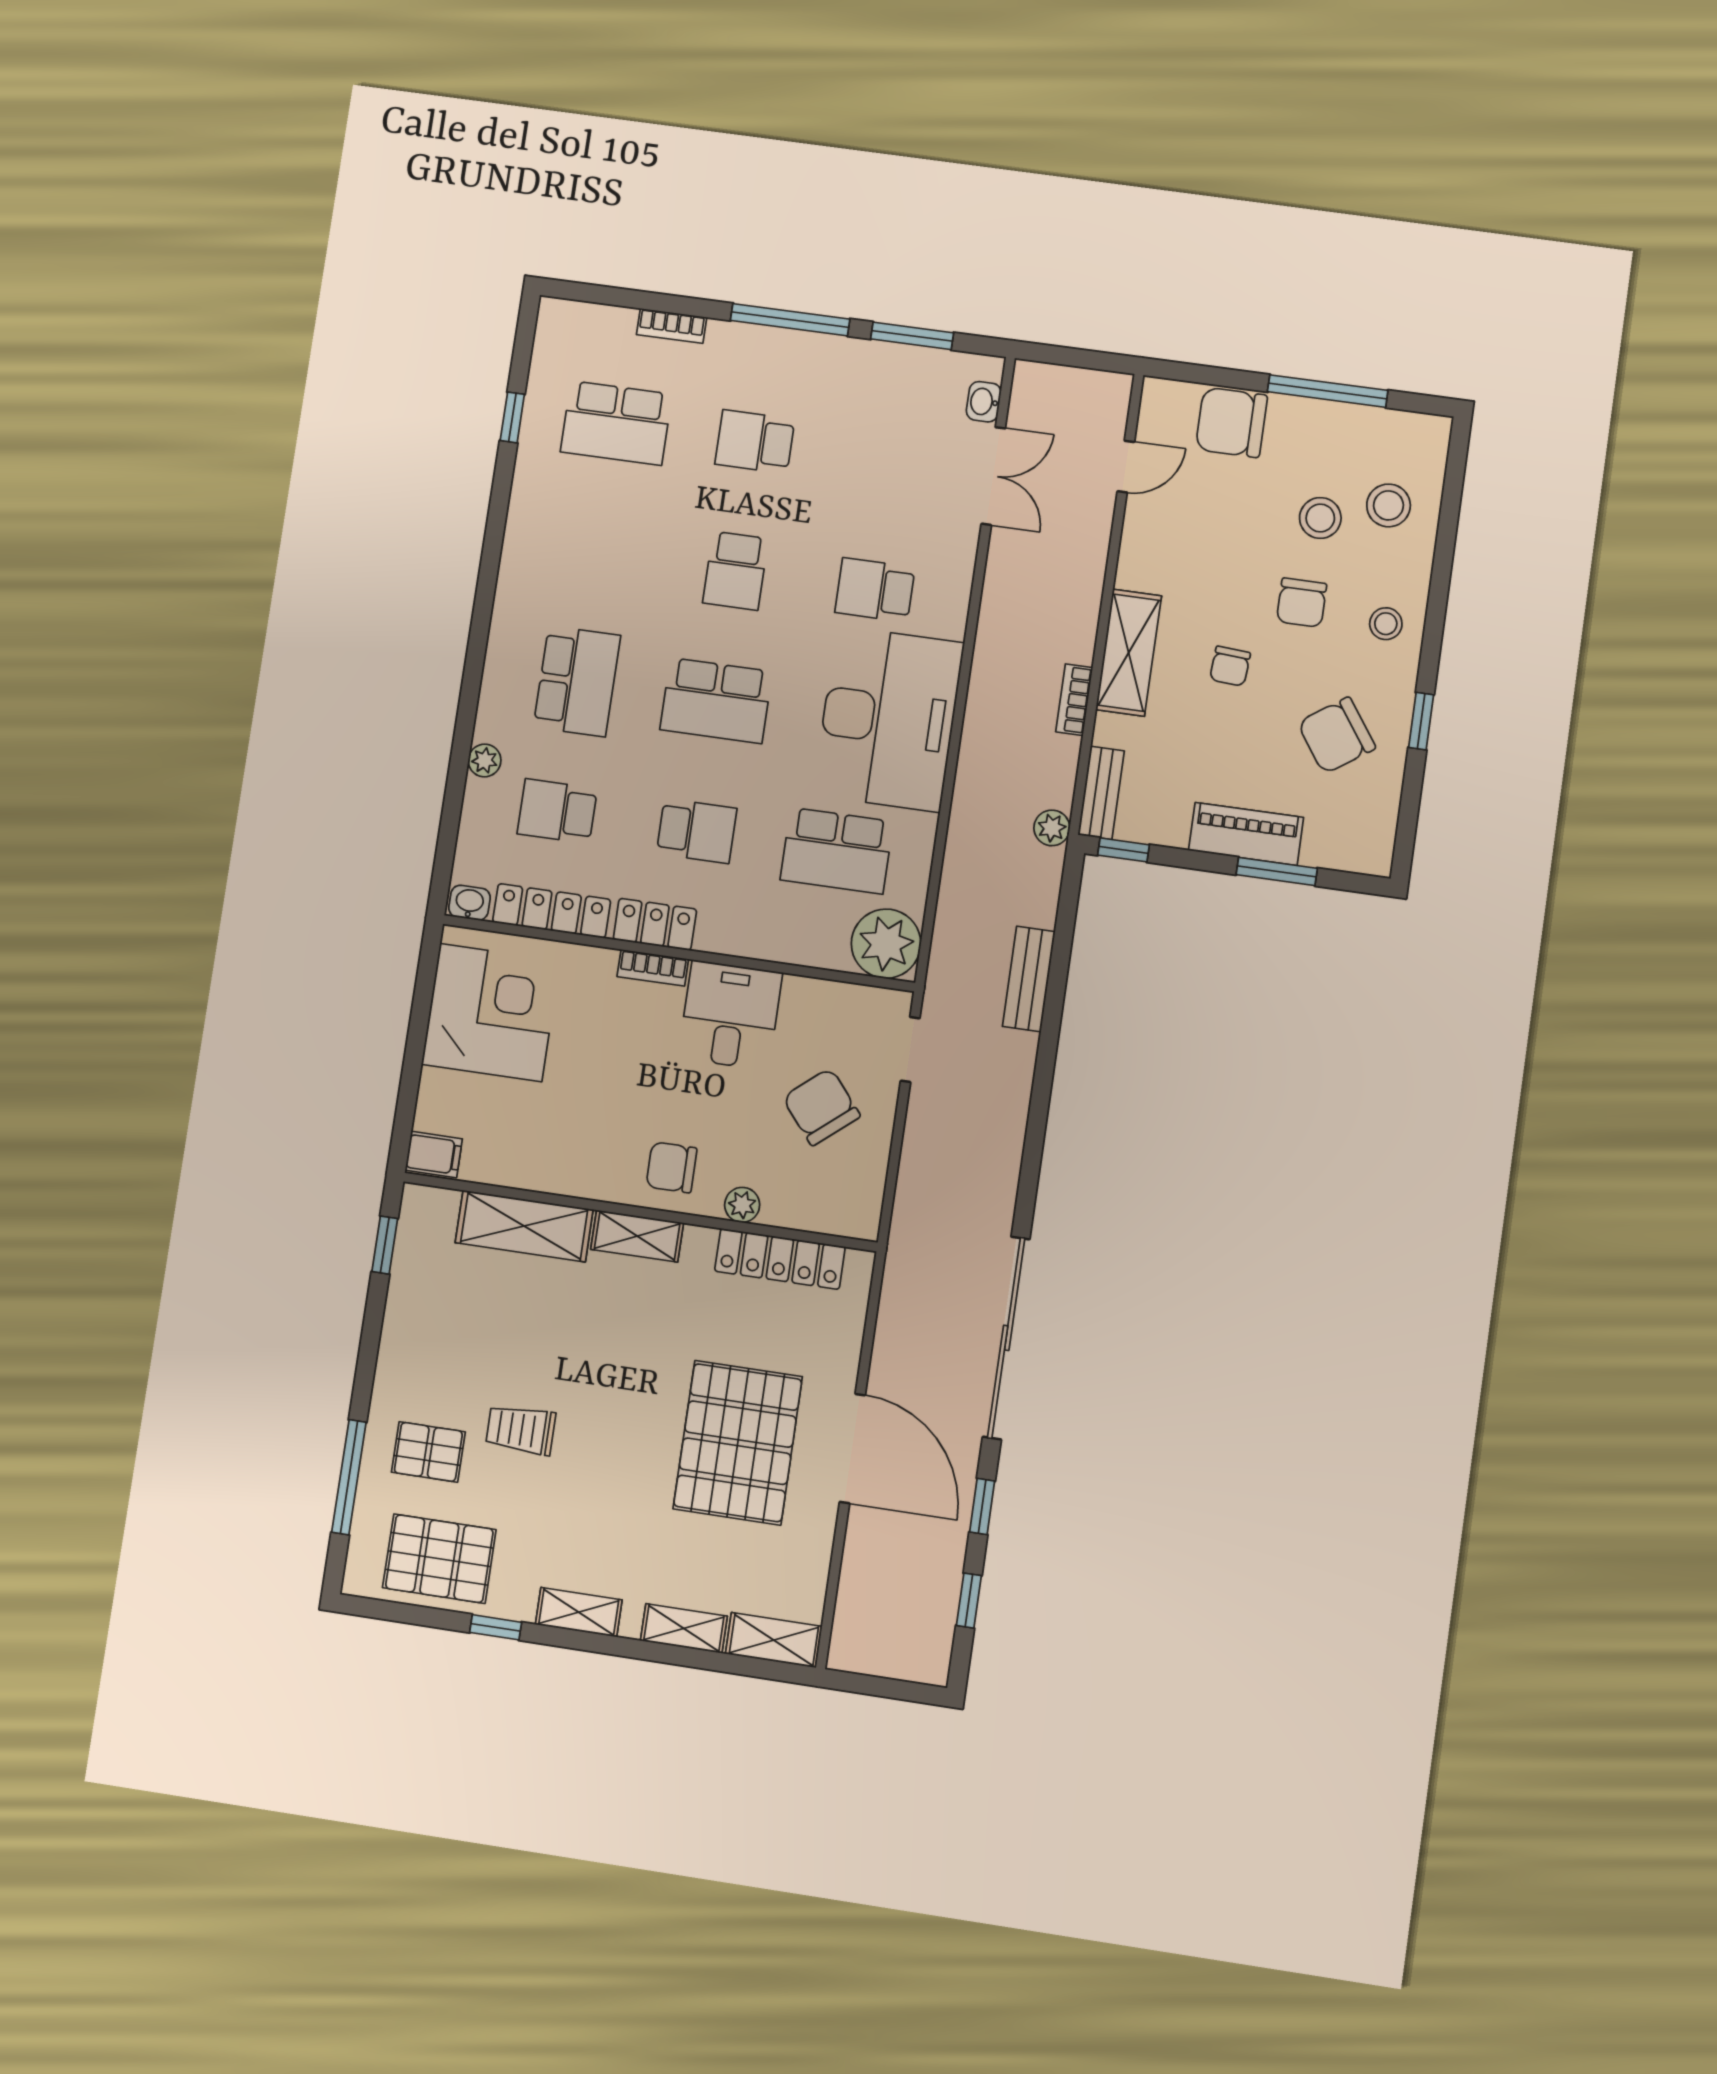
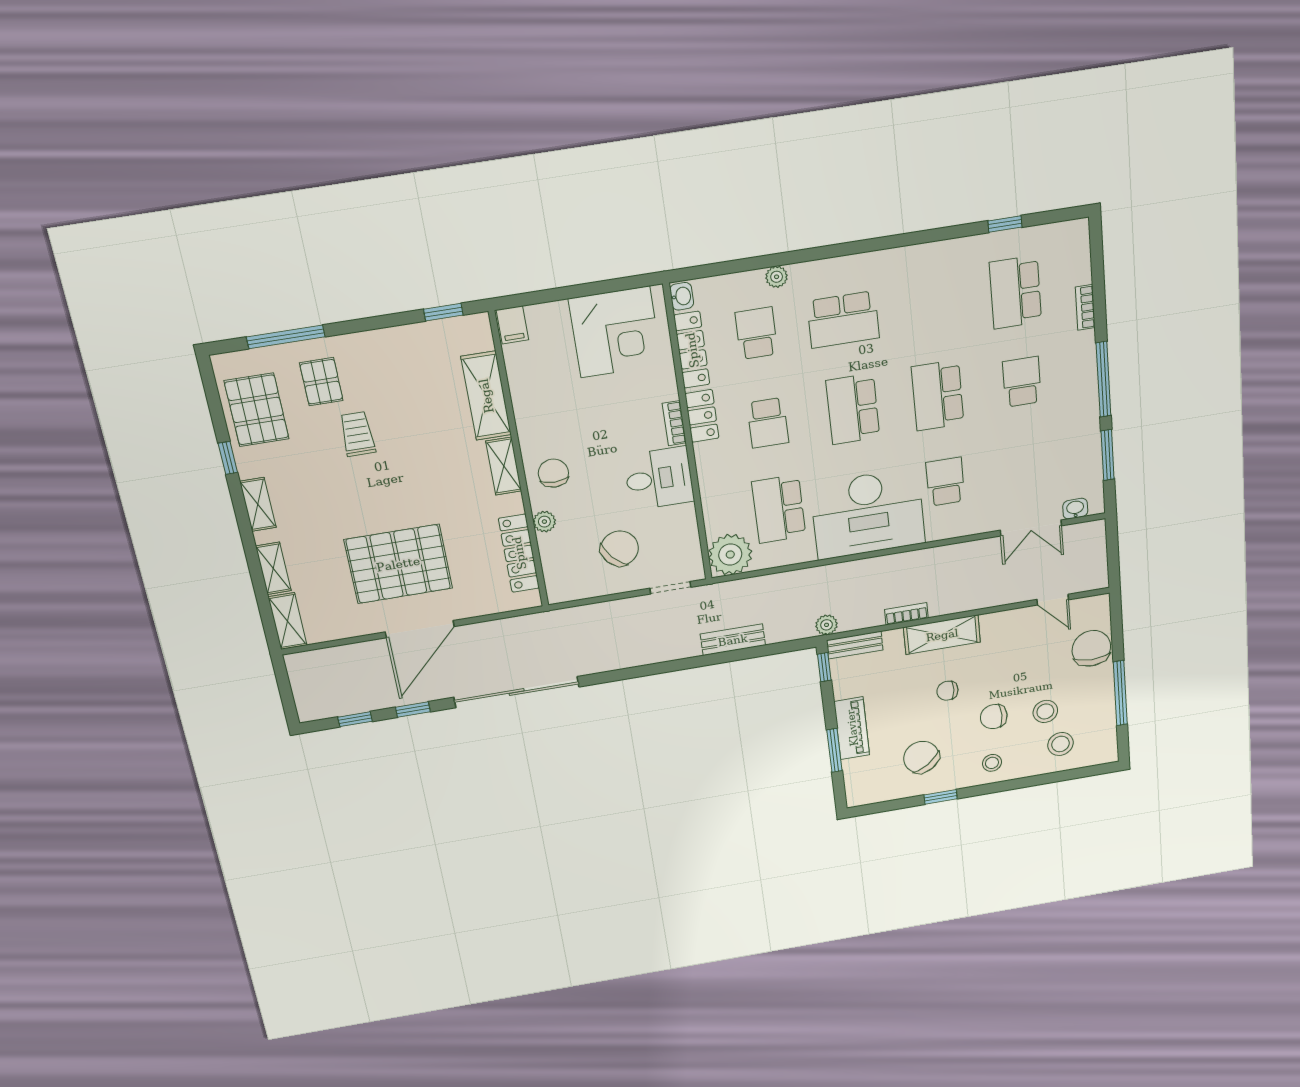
school desk: (735, 571) -> (938, 395), width x1.85

